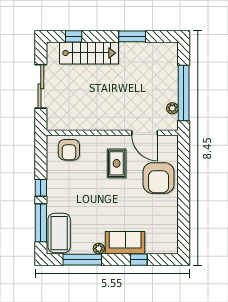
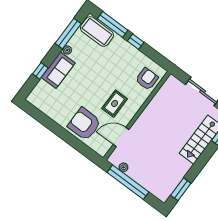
window: (132, 36) -> (181, 189), moved
armchair: (69, 150) -> (147, 79), turned 90
rug: (117, 163) -> (115, 104), turned 90

